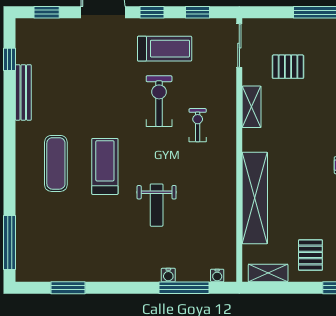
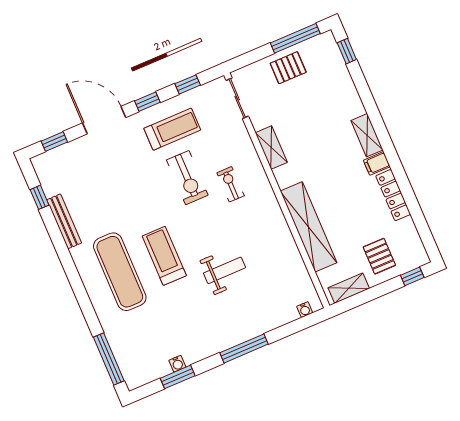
pallet: (288, 67) -> (288, 68), moved
exercise bike: (159, 101) -> (187, 178), turned 180
exercise mat: (56, 163) -> (120, 272), width x1.36, depth x1.45
weight bench: (157, 205) -> (224, 270), turned -90
water cooler: (168, 275) -> (177, 364), moved
window: (184, 288) -> (244, 348), moved

